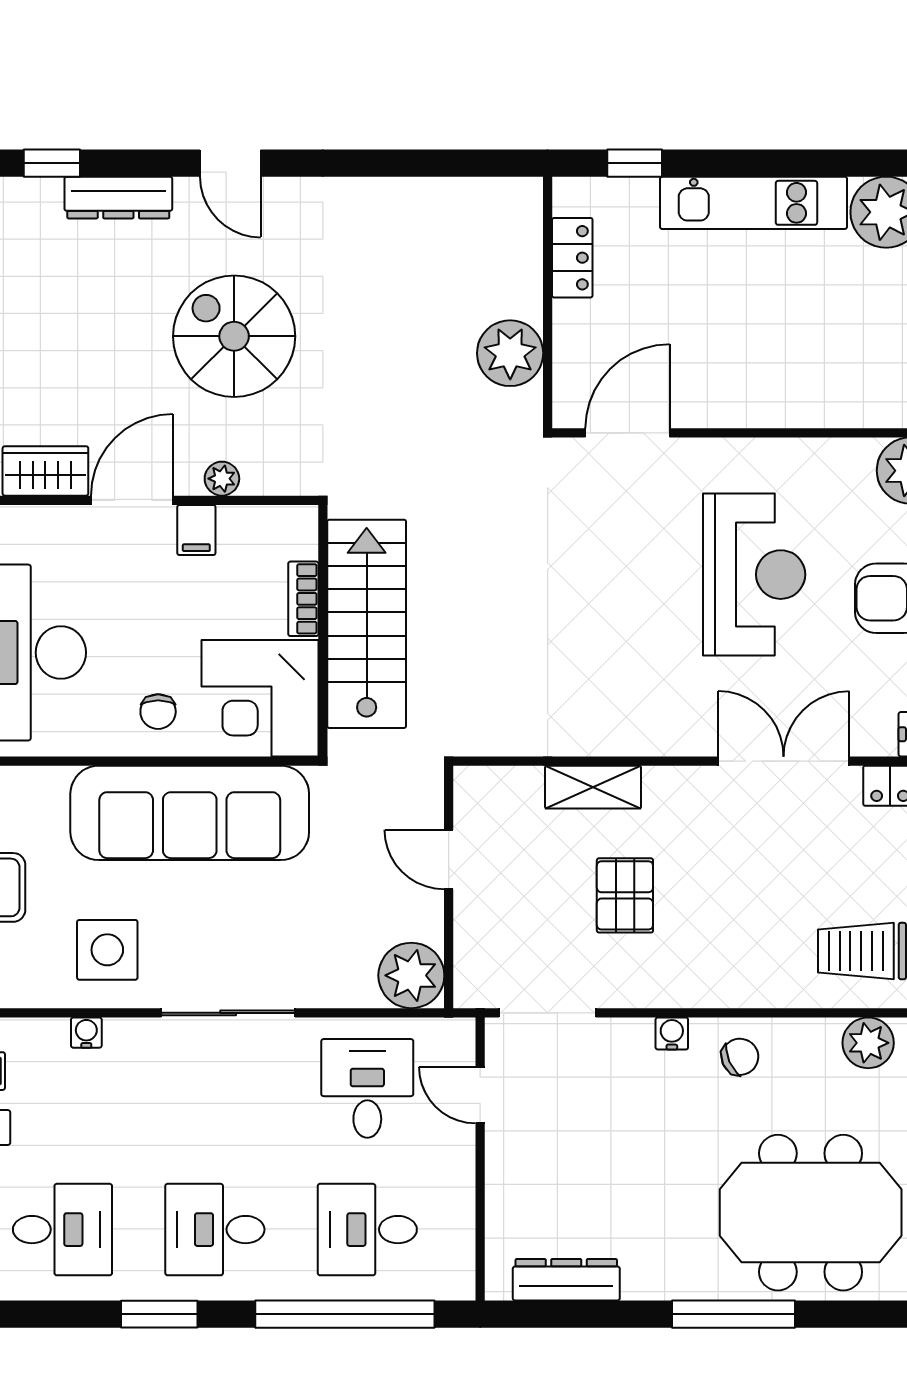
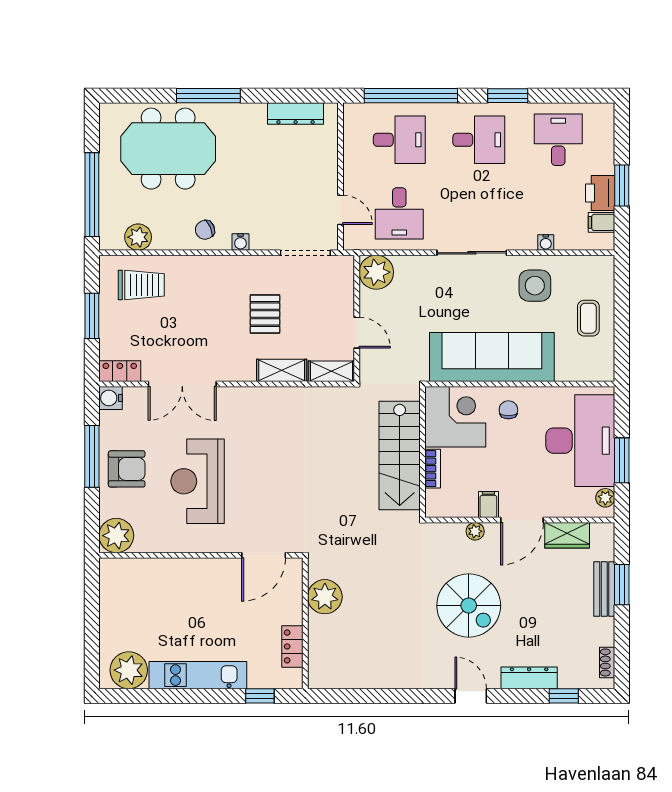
shelving: (497, 785) -> (331, 371), added
desk: (62, 1230) -> (558, 140), turned 90

